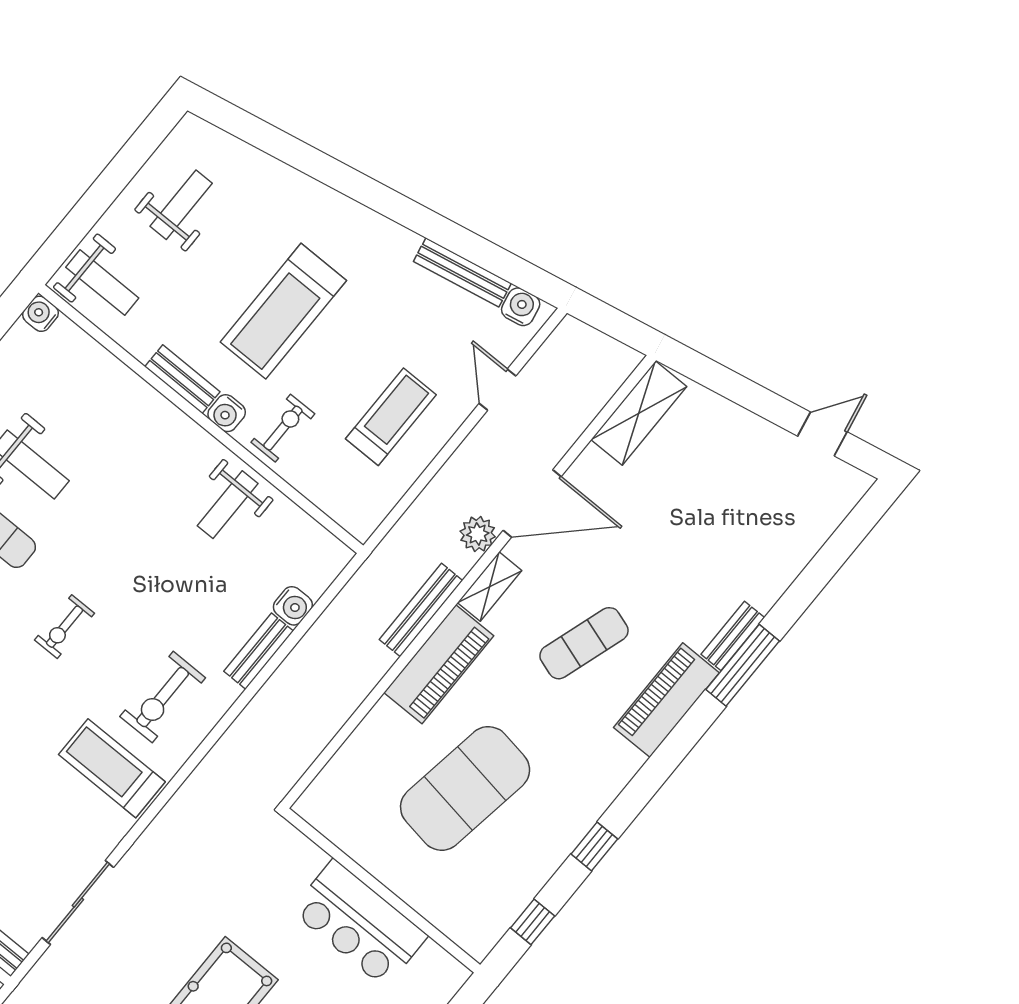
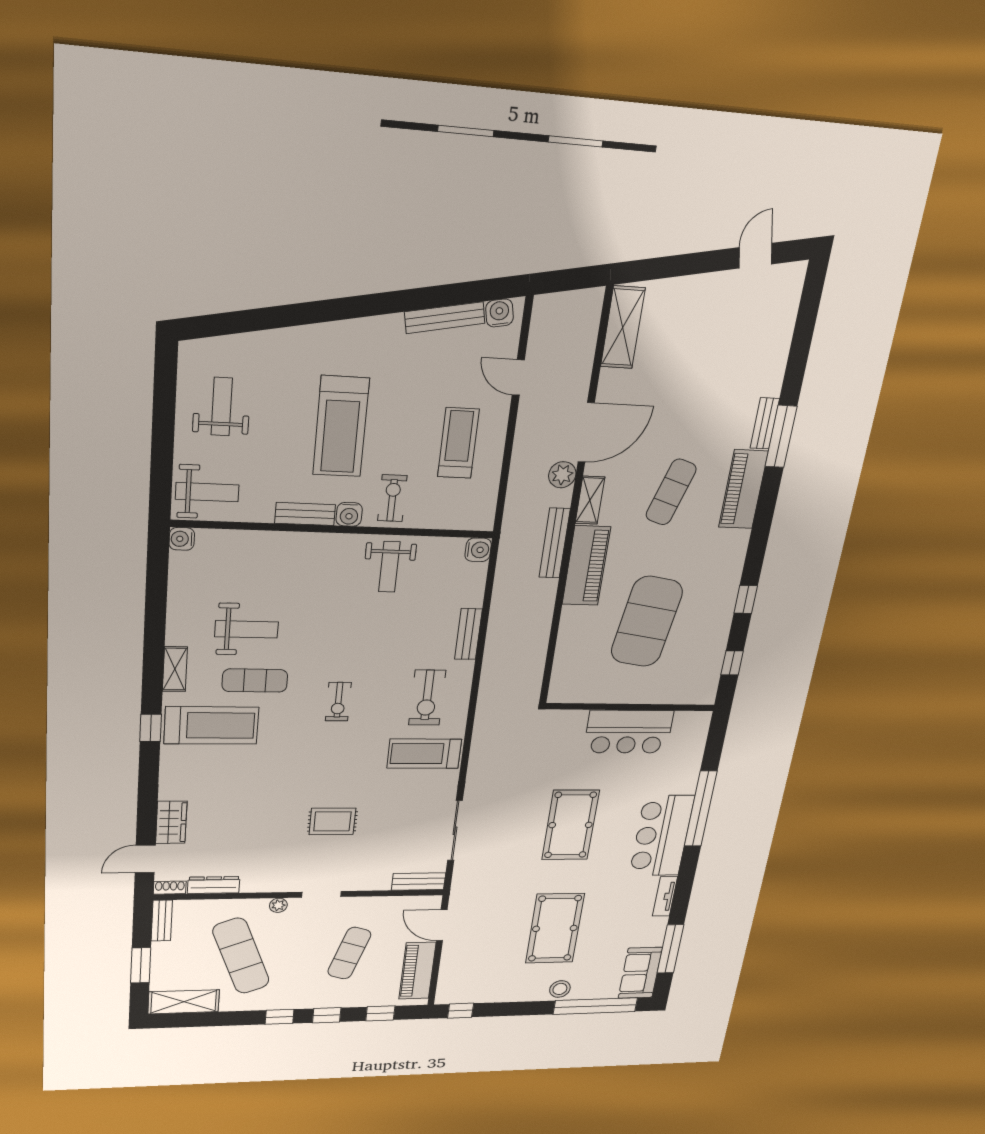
water cooler: (293, 606) -> (478, 550), moved

